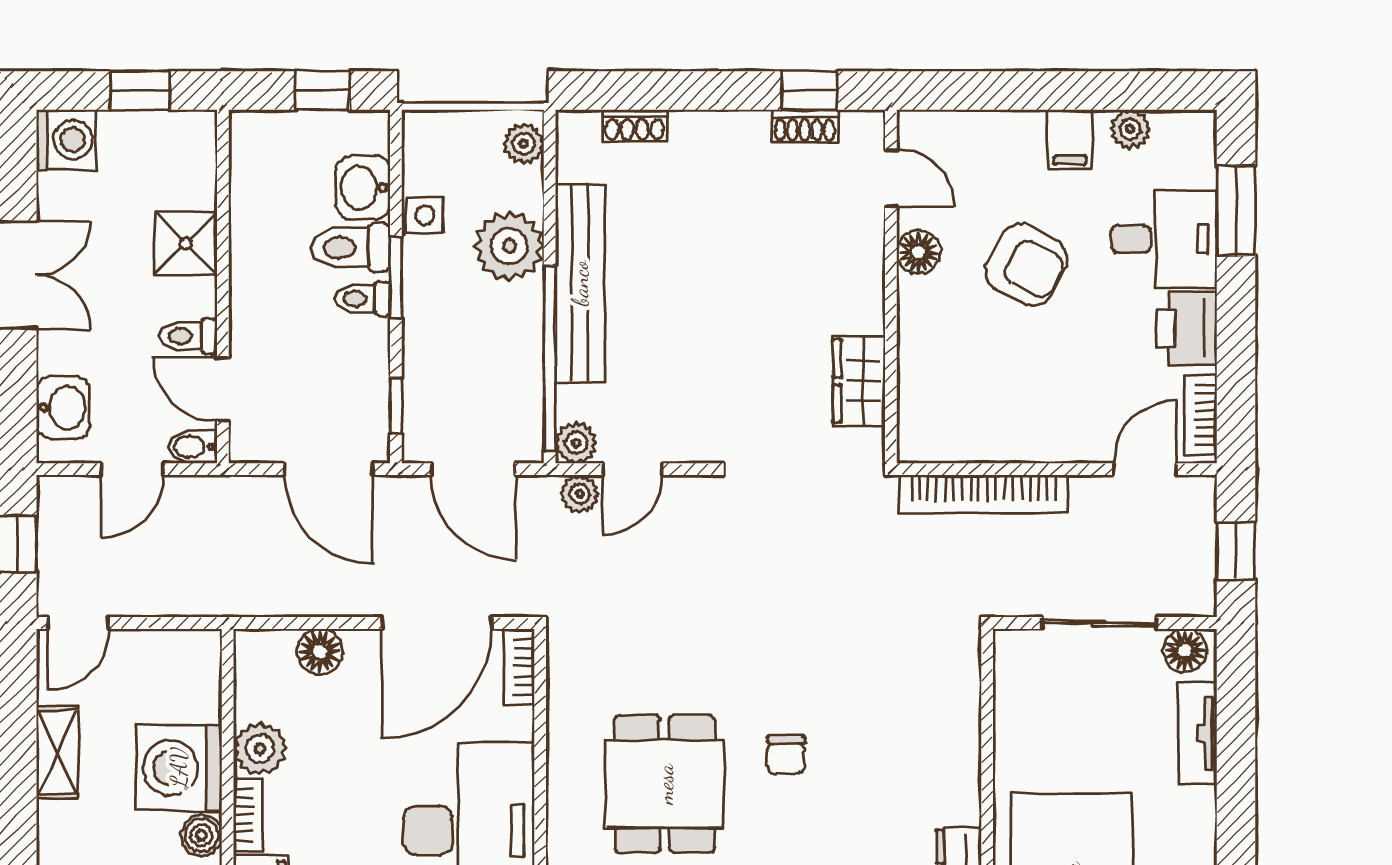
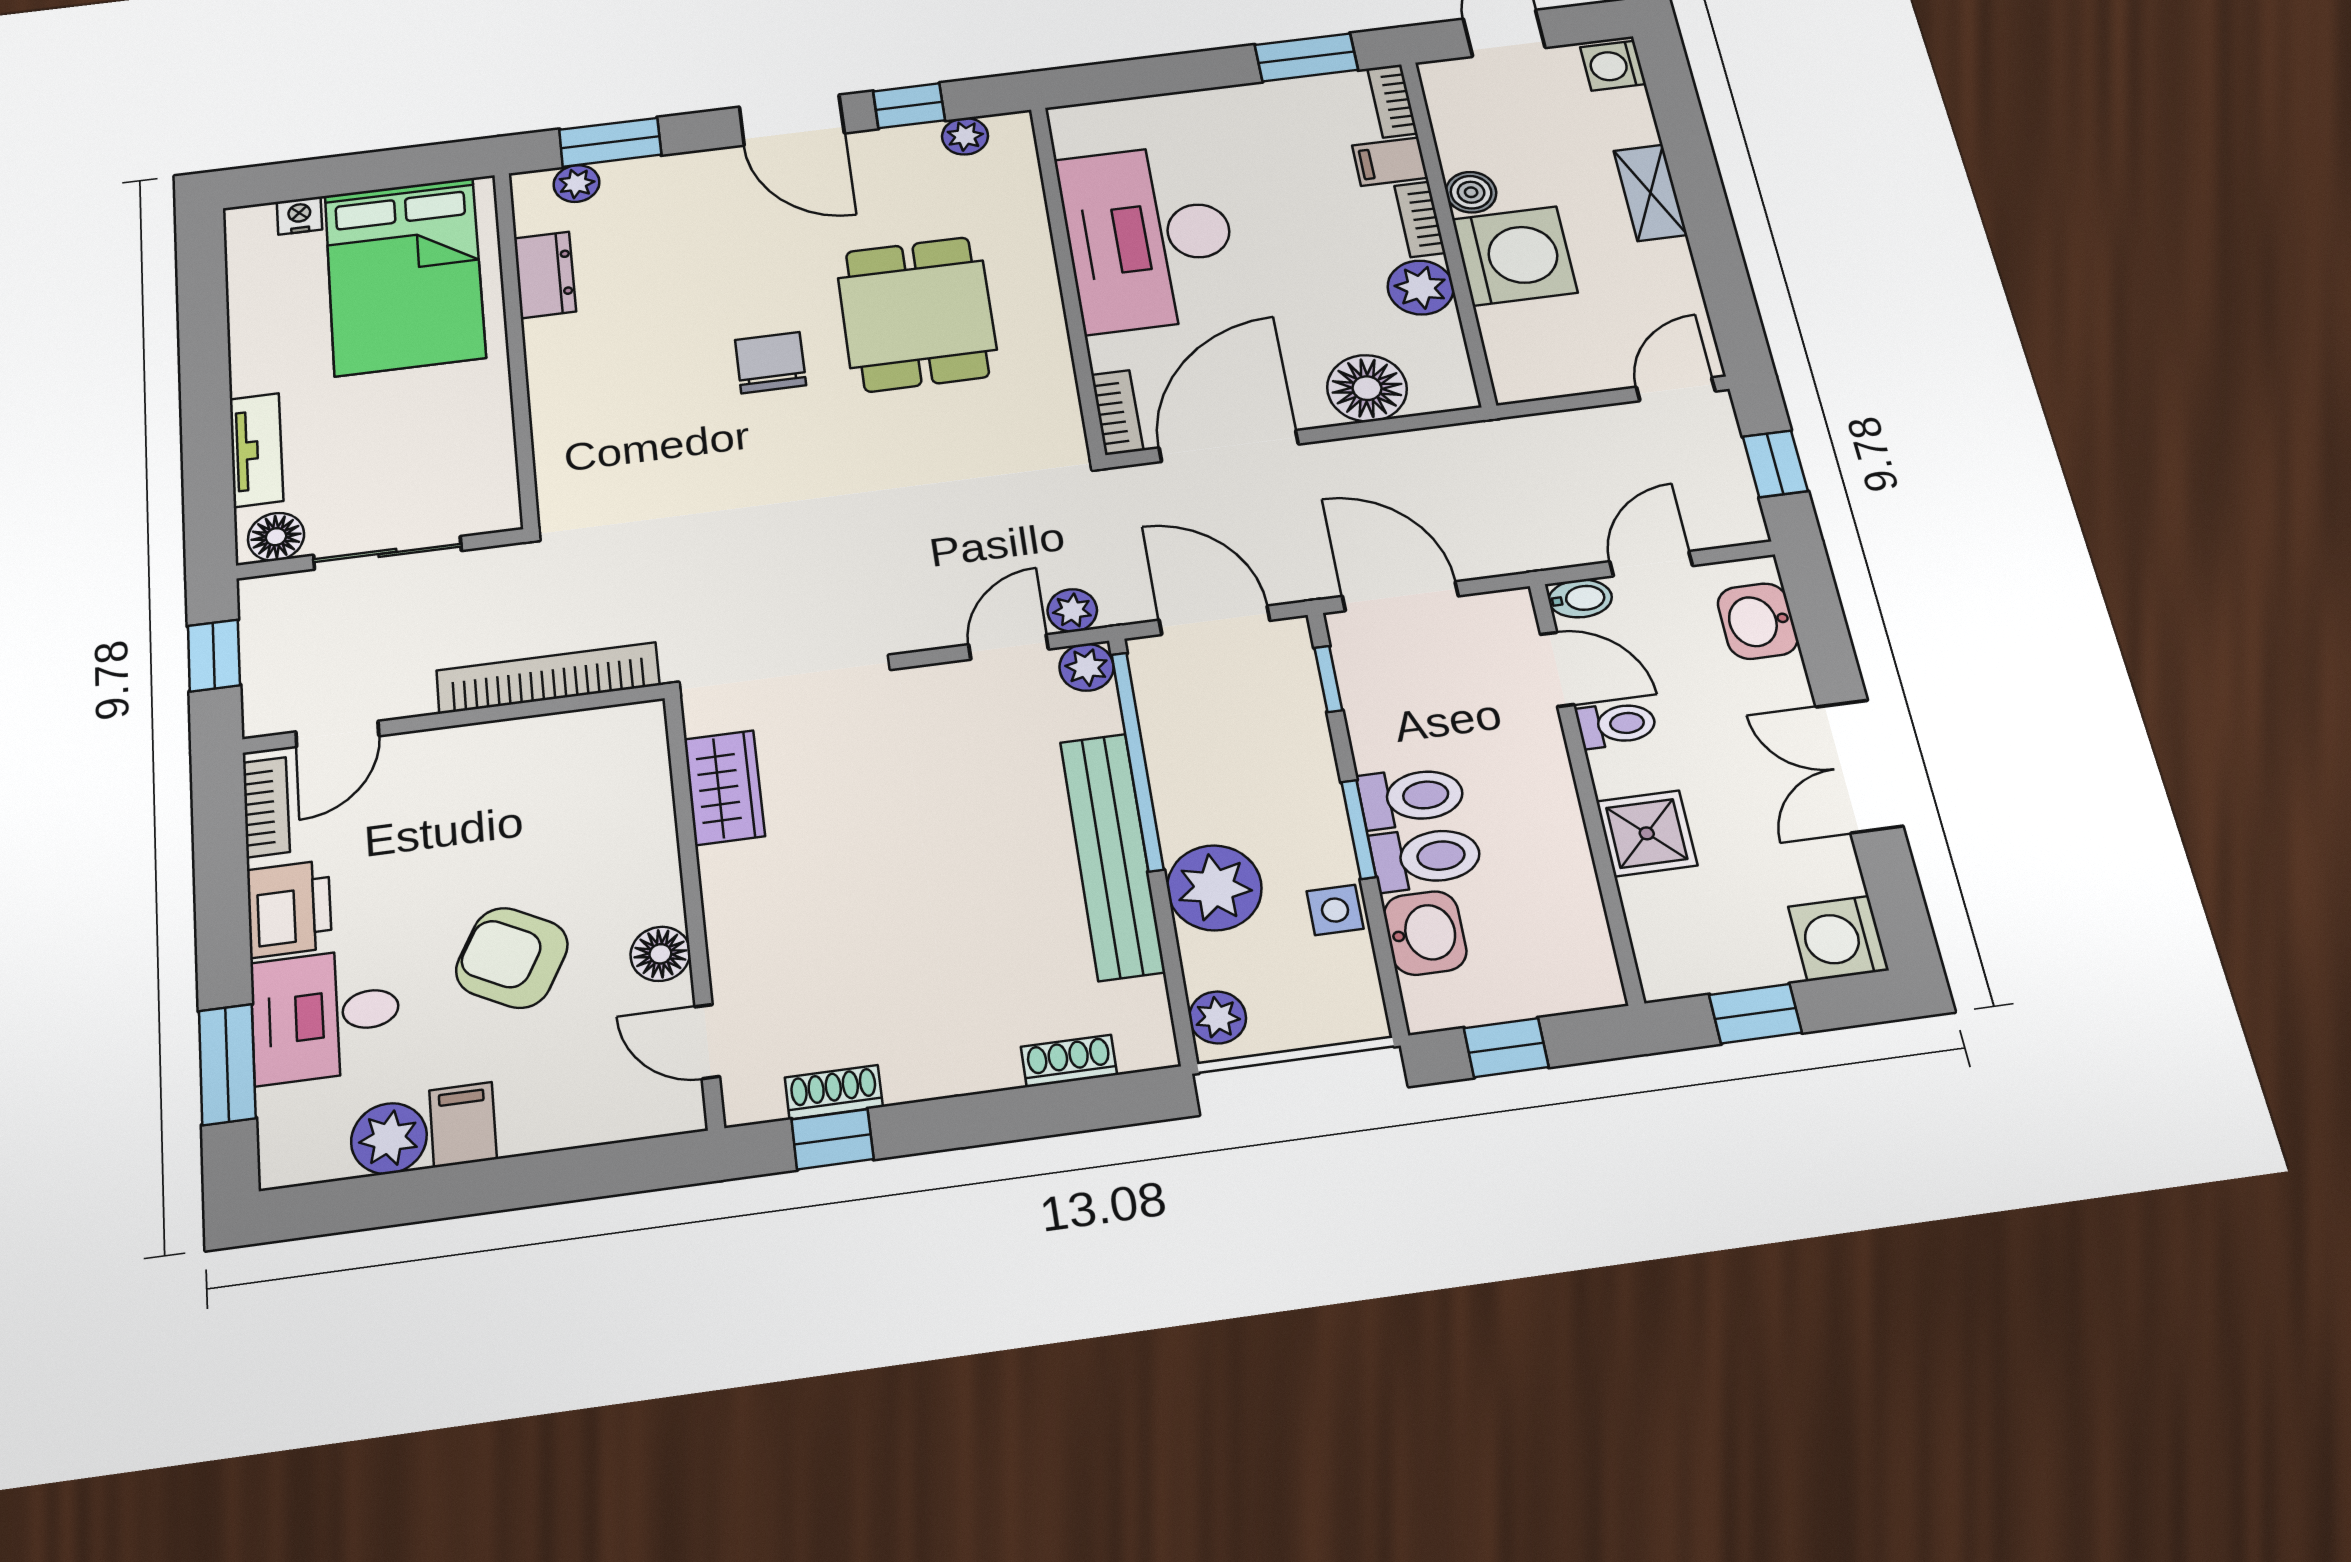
plant: (1130, 129) -> (389, 1138), width x1.38, depth x1.38
toilet: (363, 298) -> (1412, 797), width x1.37, depth x1.39
floor lamp: (320, 652) -> (1367, 388), width x1.38, depth x1.38
shelving: (57, 752) -> (1650, 193), moved
chair: (786, 755) -> (771, 363), width x1.37, depth x1.37

